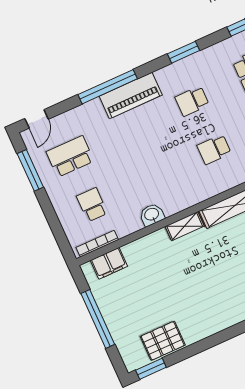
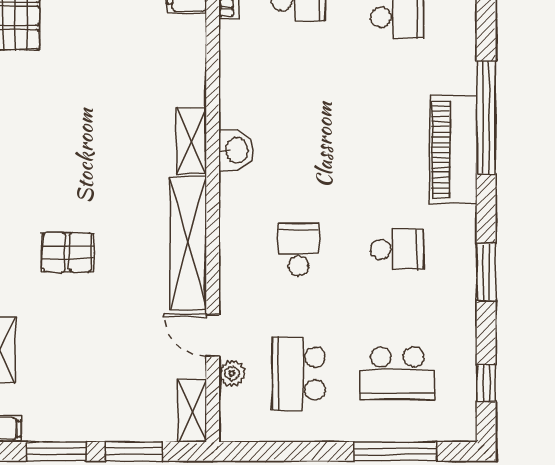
school desk: (192, 101) -> (397, 249), turned 90
washbasin: (152, 215) -> (236, 150), moved

